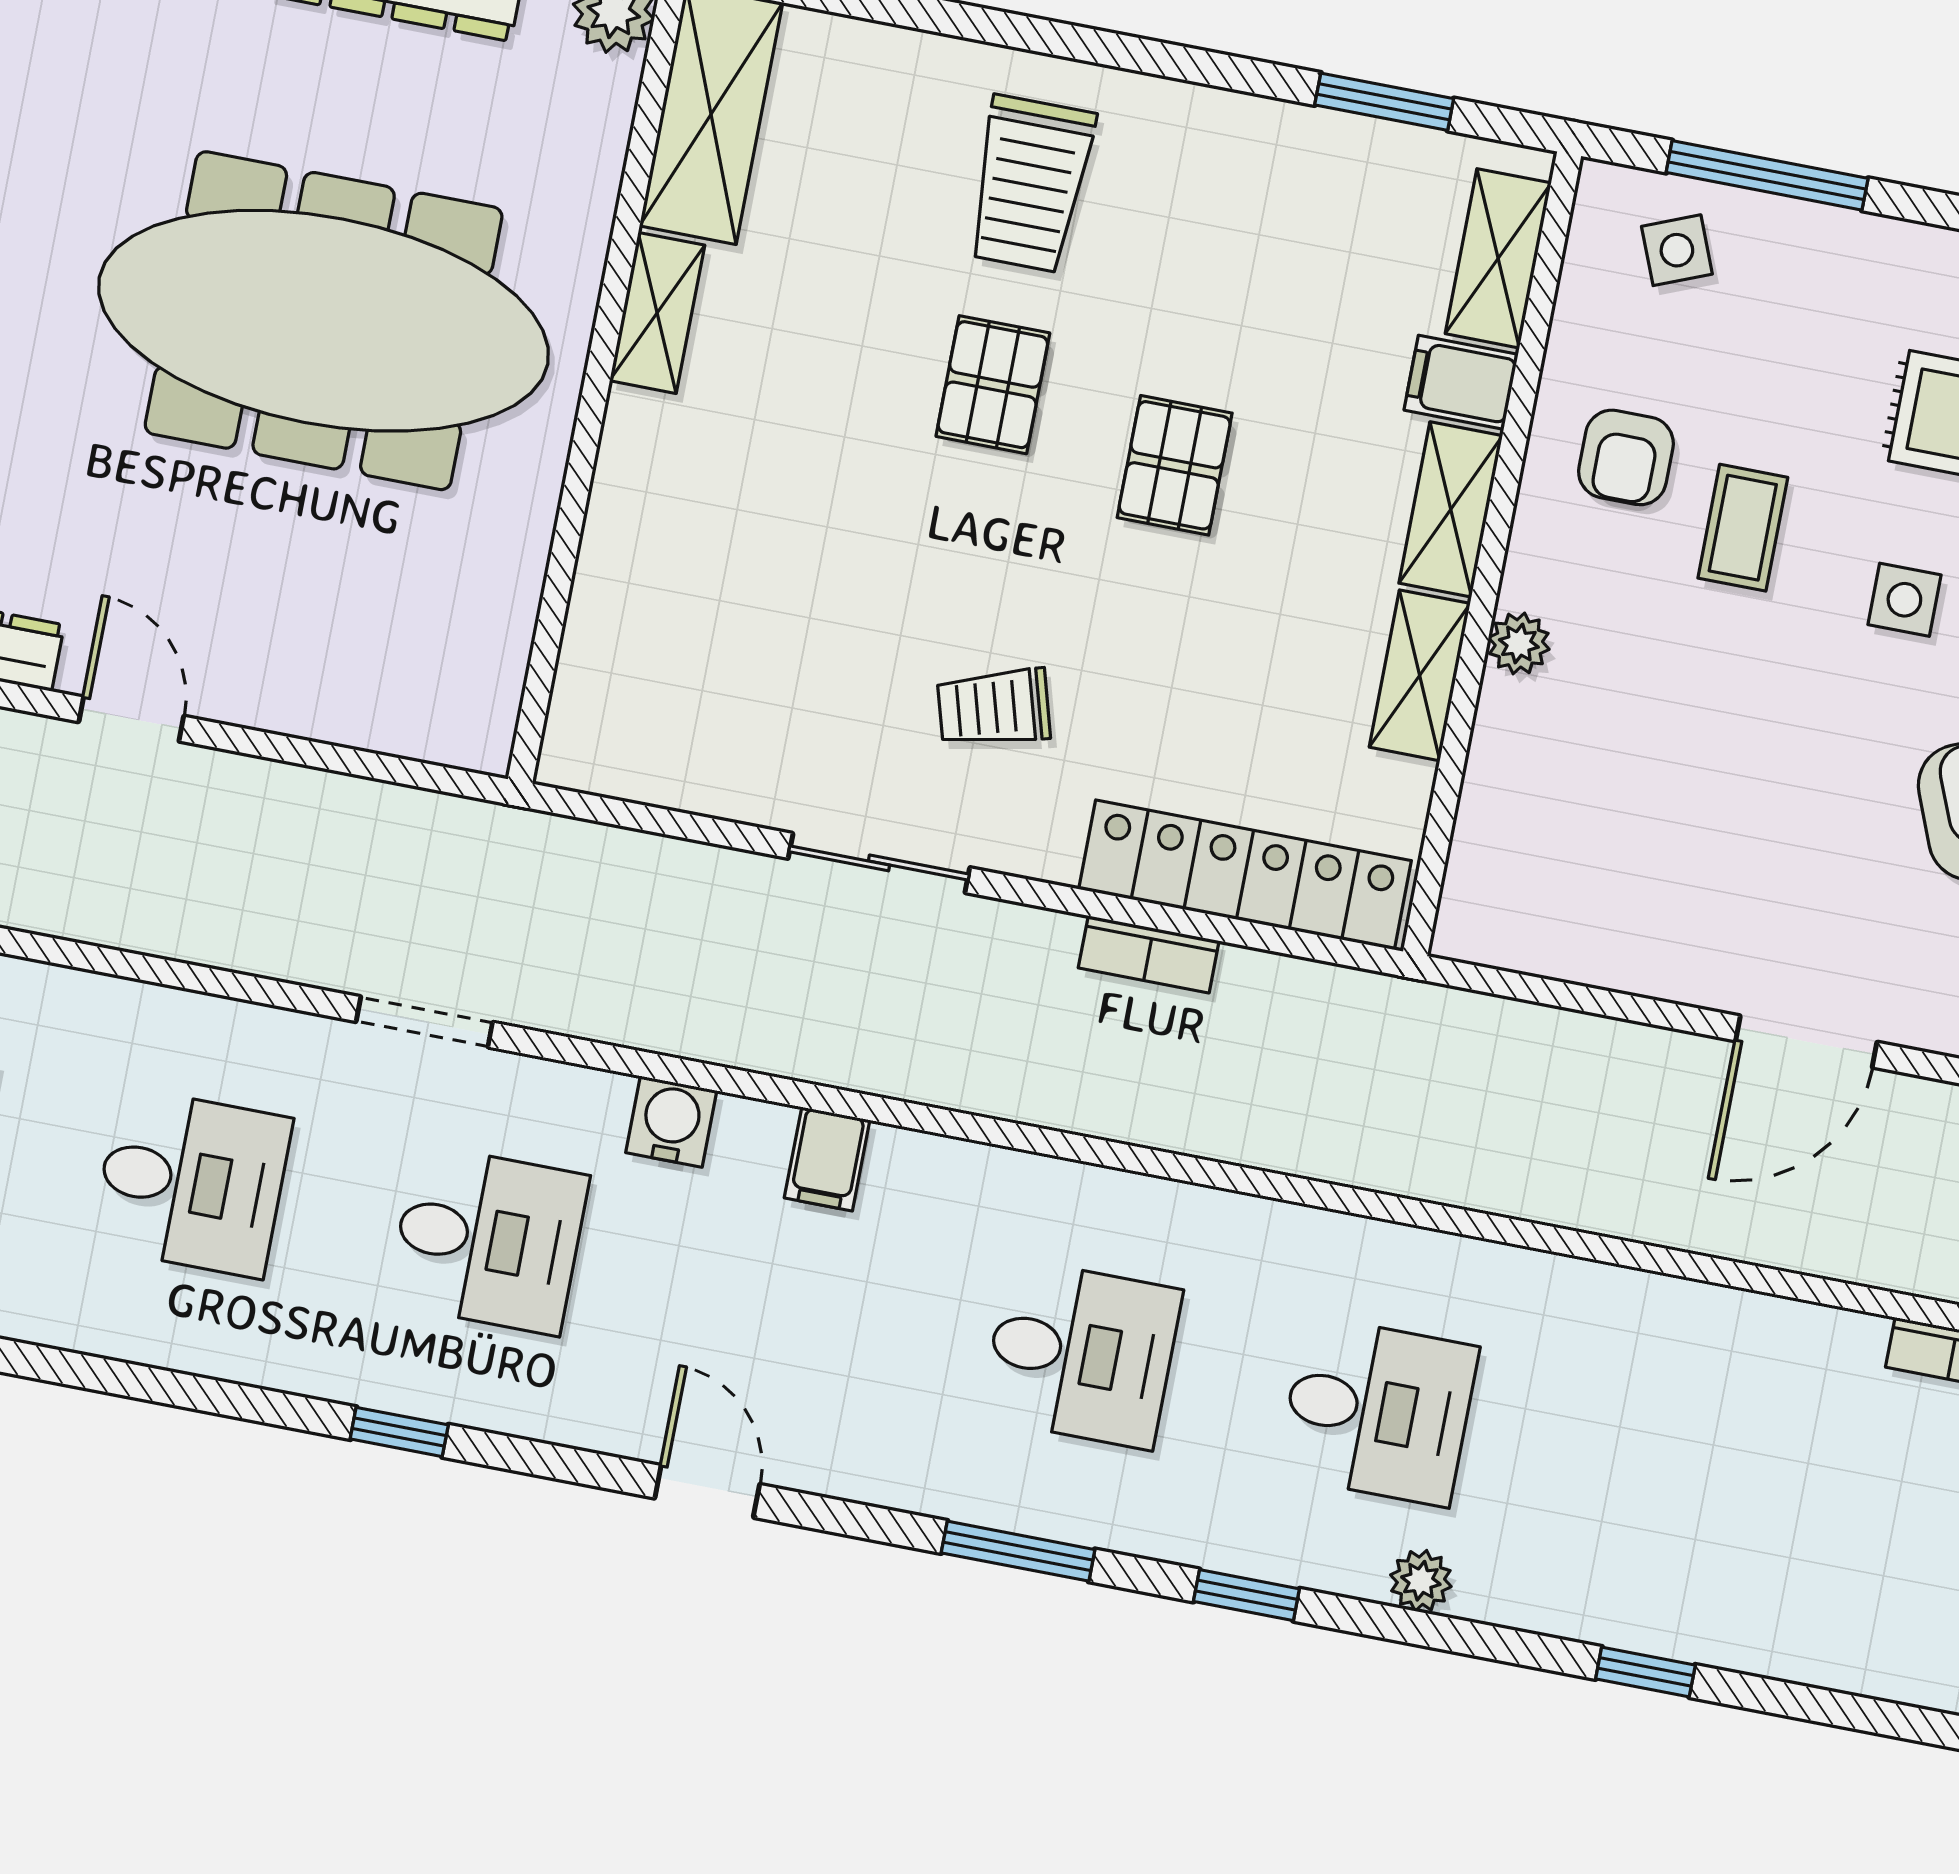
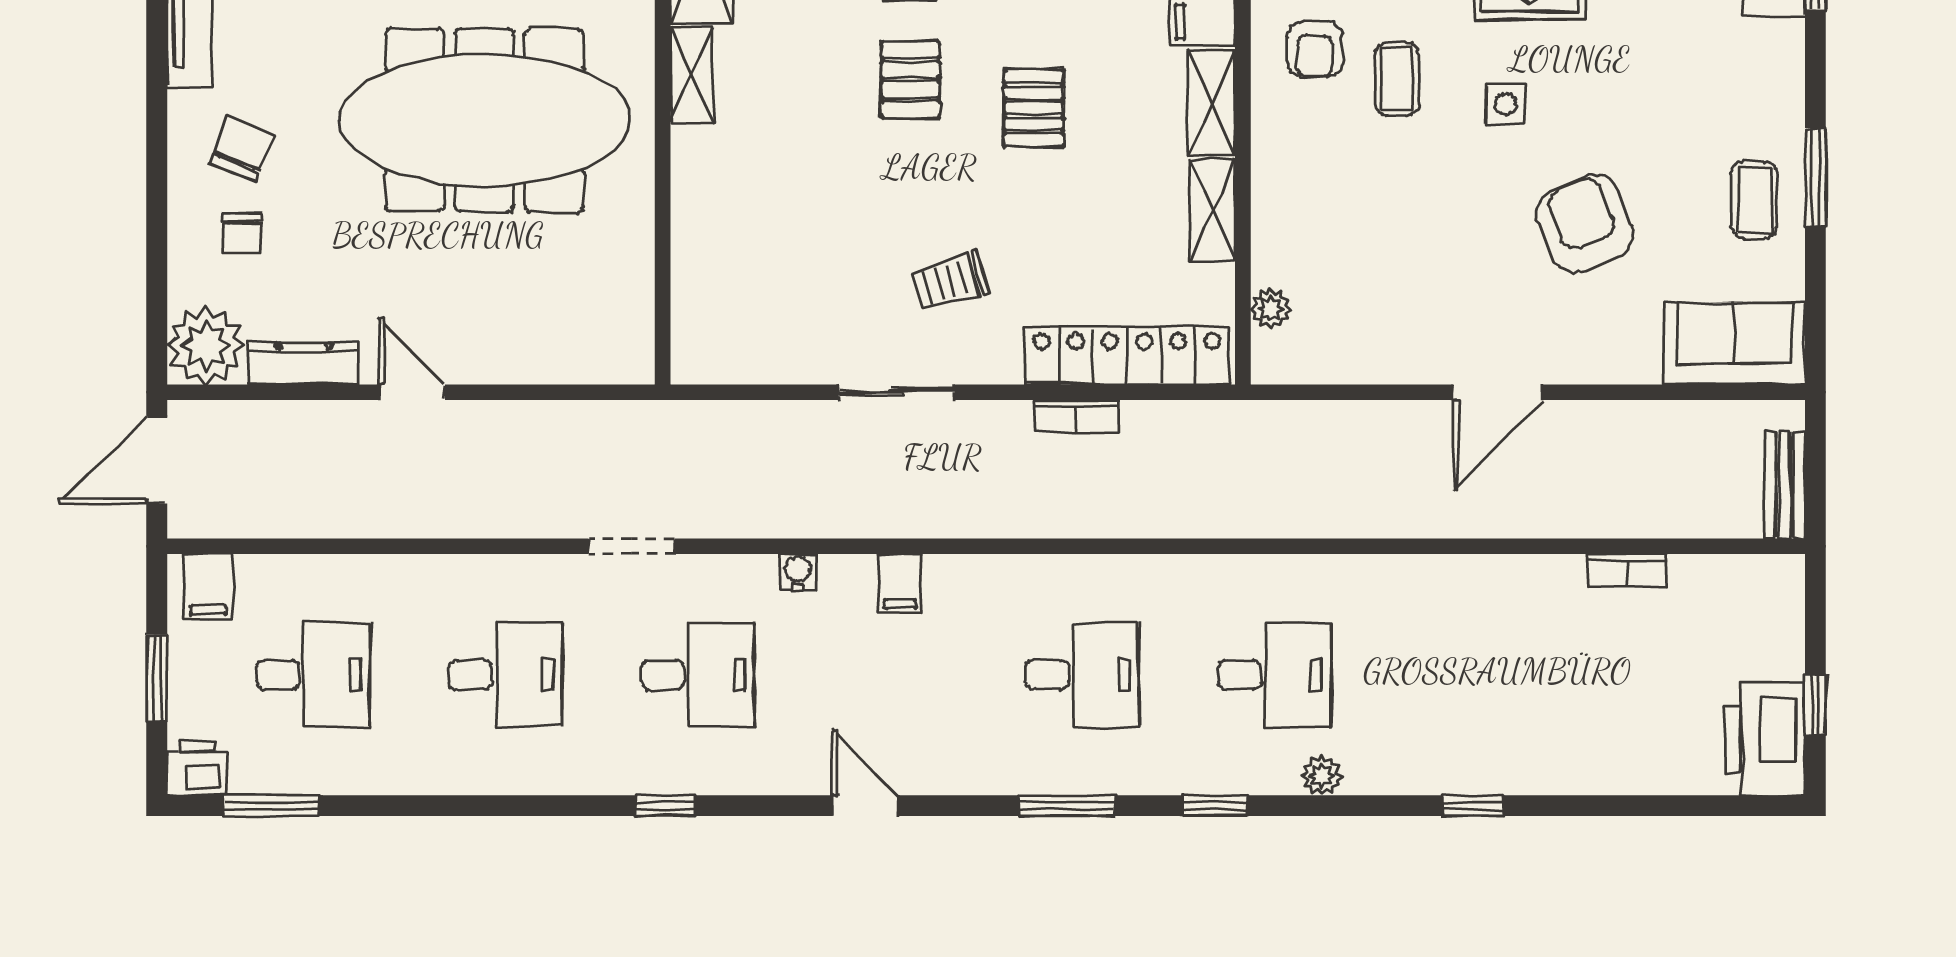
plant: (1519, 643) -> (1270, 309), moved
water cooler: (671, 1122) -> (798, 572), width x0.72, depth x0.72

